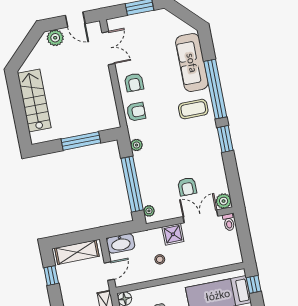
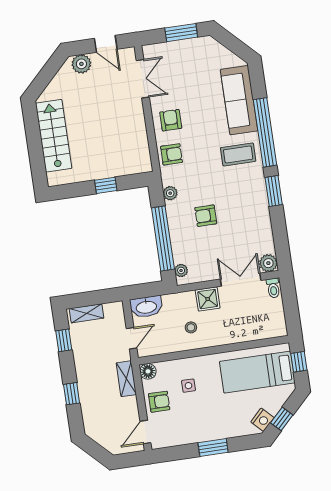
armchair: (134, 82) -> (171, 120), turned 180
window: (81, 141) -> (106, 185), width x0.46
armchair: (187, 187) -> (206, 216), moved, turned 90
shelving: (77, 252) -> (86, 313), width x0.67, depth x0.75

